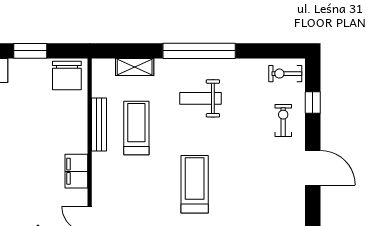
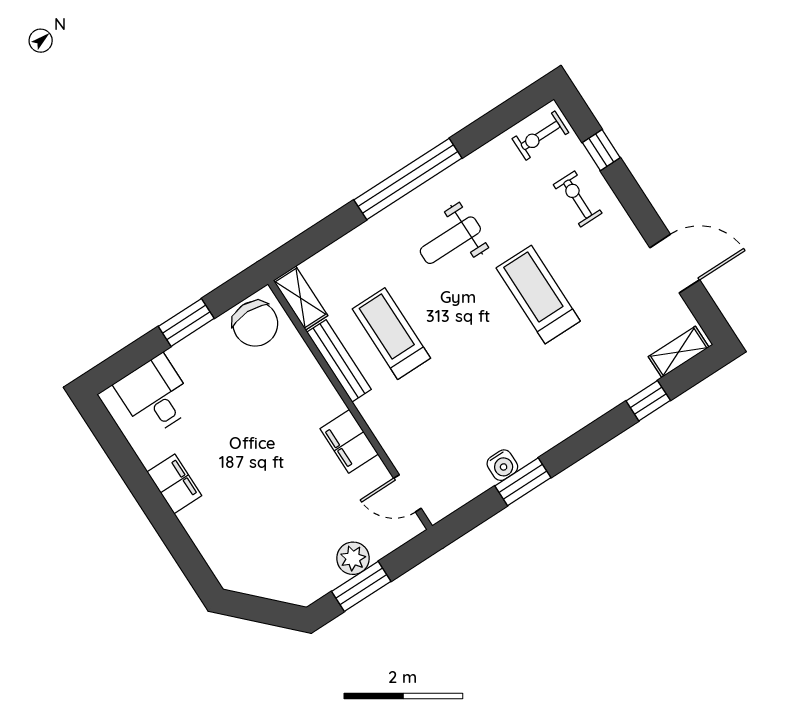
shelving: (135, 67) -> (300, 298), moved, turned 90
door: (313, 168) -> (675, 264), moved
treadmill: (195, 184) -> (538, 294), moved

